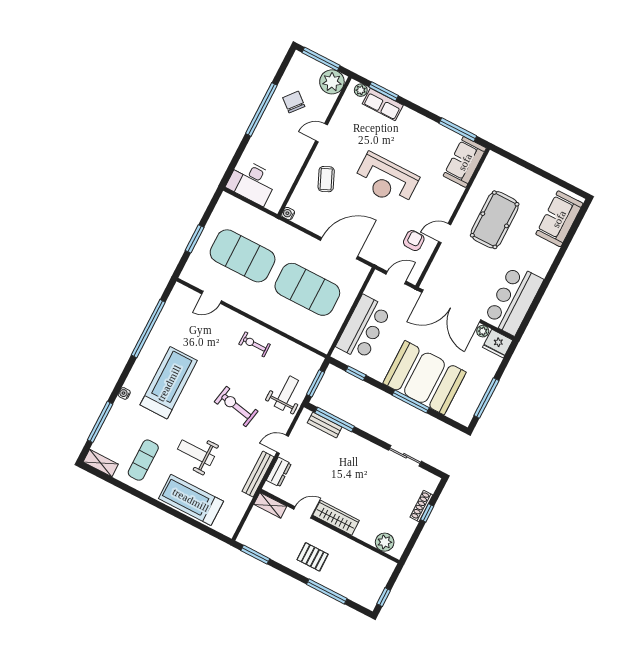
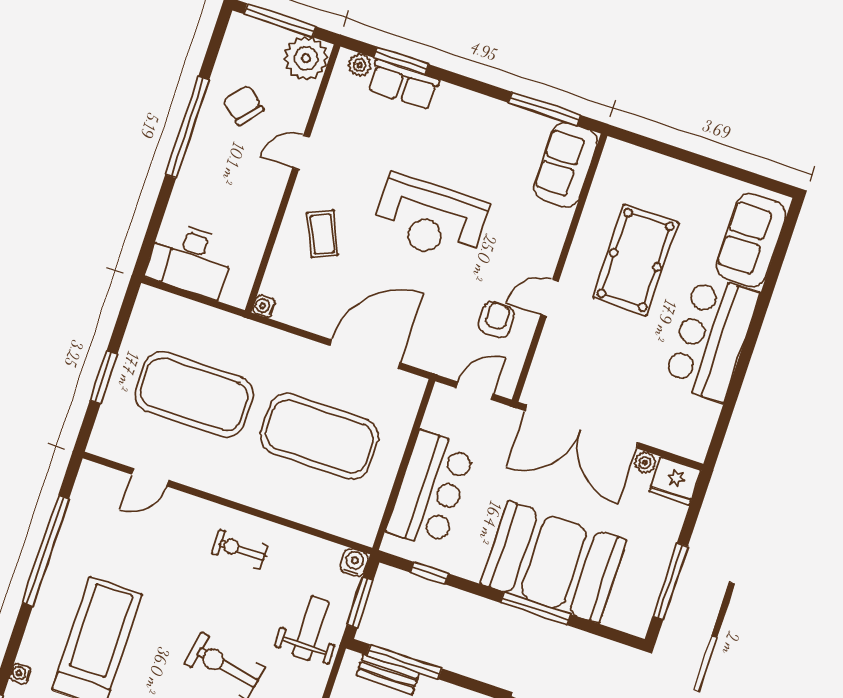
bar counter: (513, 300) -> (711, 338), moved
water cooler: (316, 361) -> (354, 562), added

